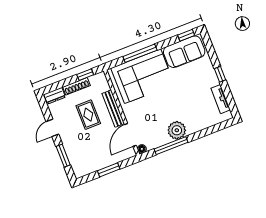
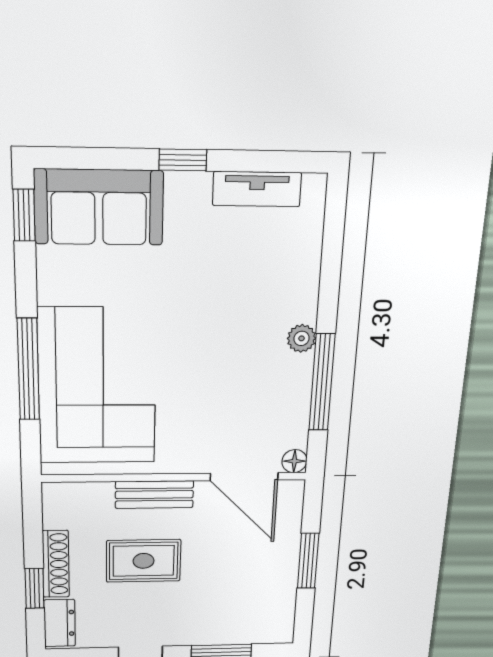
sofa: (184, 52) -> (99, 207), moved, turned 90
window: (85, 75) -> (34, 588), moved
bench: (113, 109) -> (154, 495), width x0.73
plant: (177, 130) -> (302, 338), width x0.53, depth x0.53

